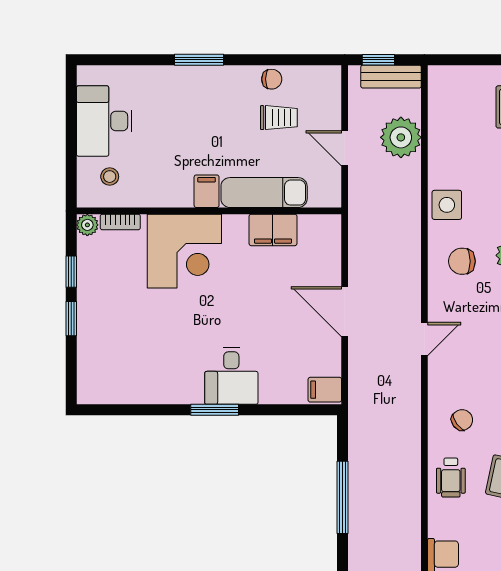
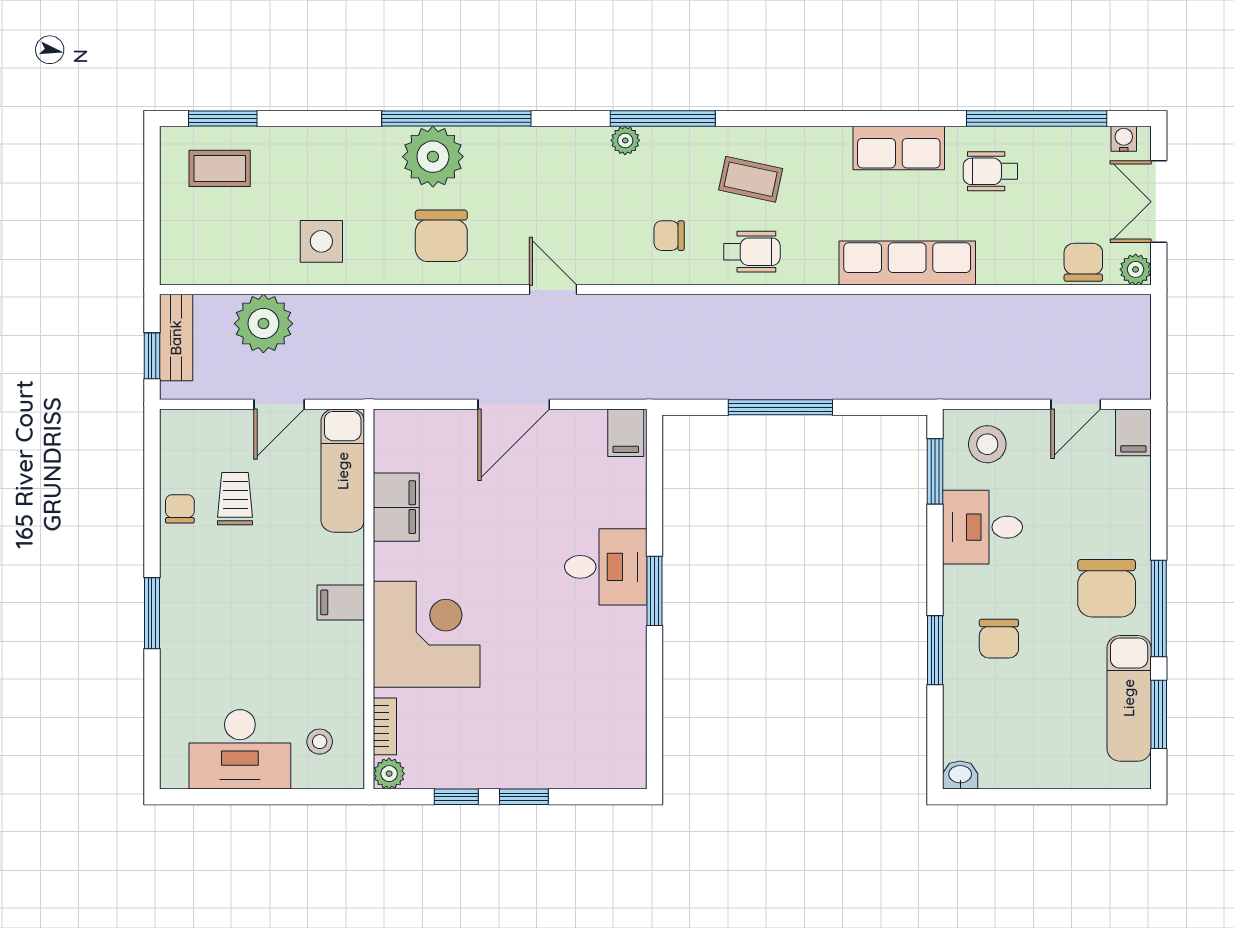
exam couch: (264, 193) -> (343, 471), moved
side table: (447, 205) -> (321, 241), moved
chair: (462, 261) -> (441, 236), width x1.37, depth x1.37
chair: (462, 420) -> (669, 236), turned -54

